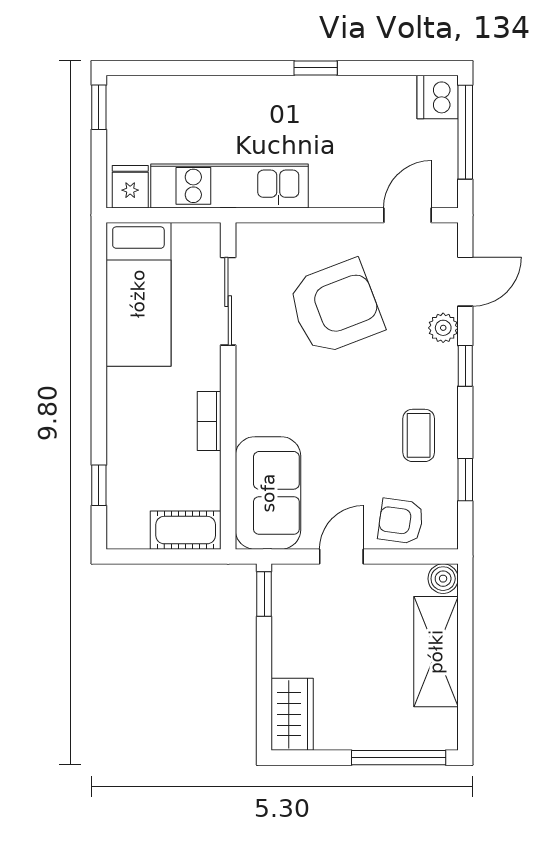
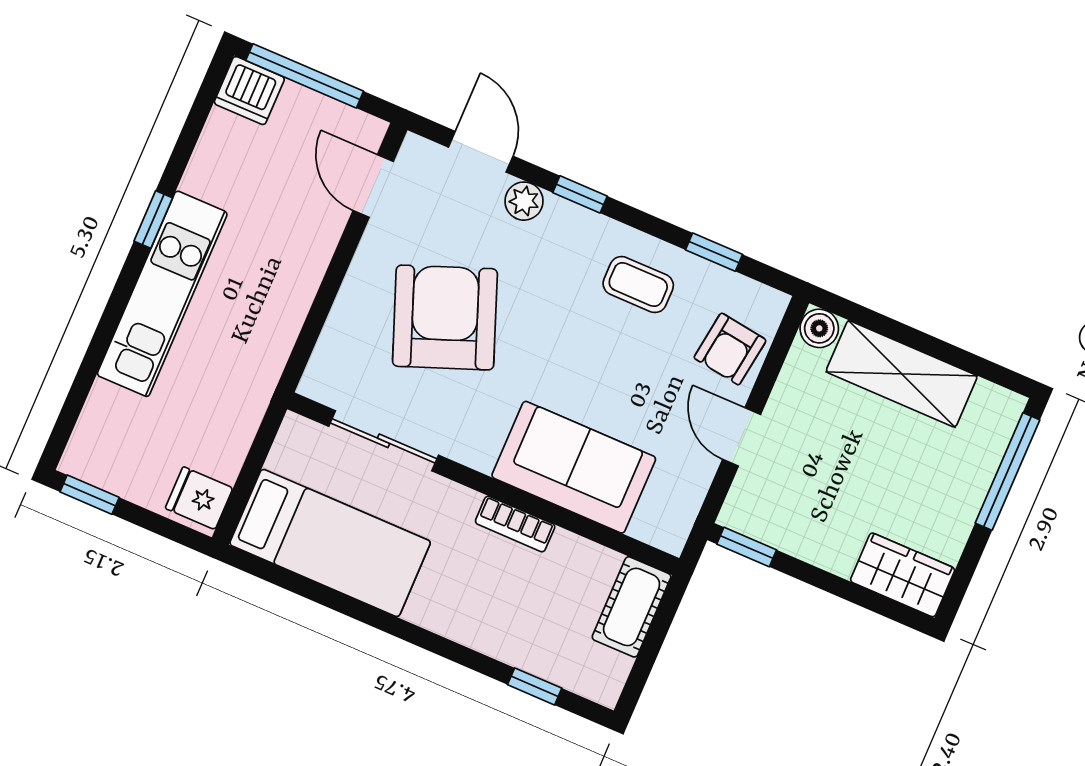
kitchen unit: (229, 186) -> (162, 294), moved, turned 180
sofa: (268, 493) -> (574, 467), moved

